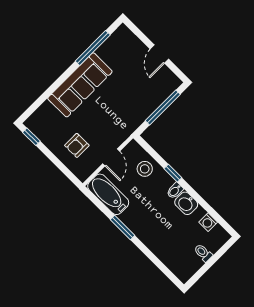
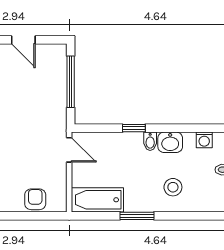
armchair: (77, 145) -> (35, 199), moved, turned 180
door: (111, 157) -> (69, 150), moved
stool: (145, 169) -> (173, 187), moved

